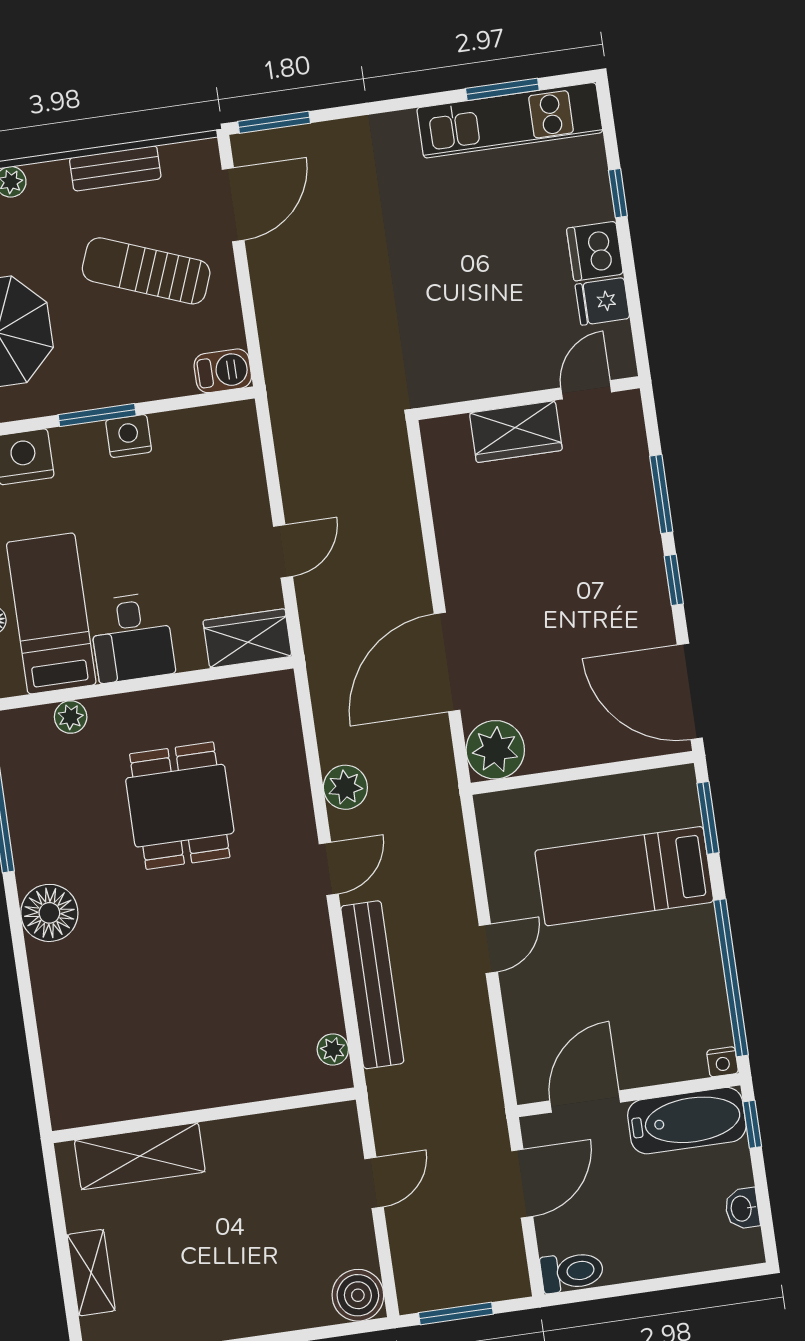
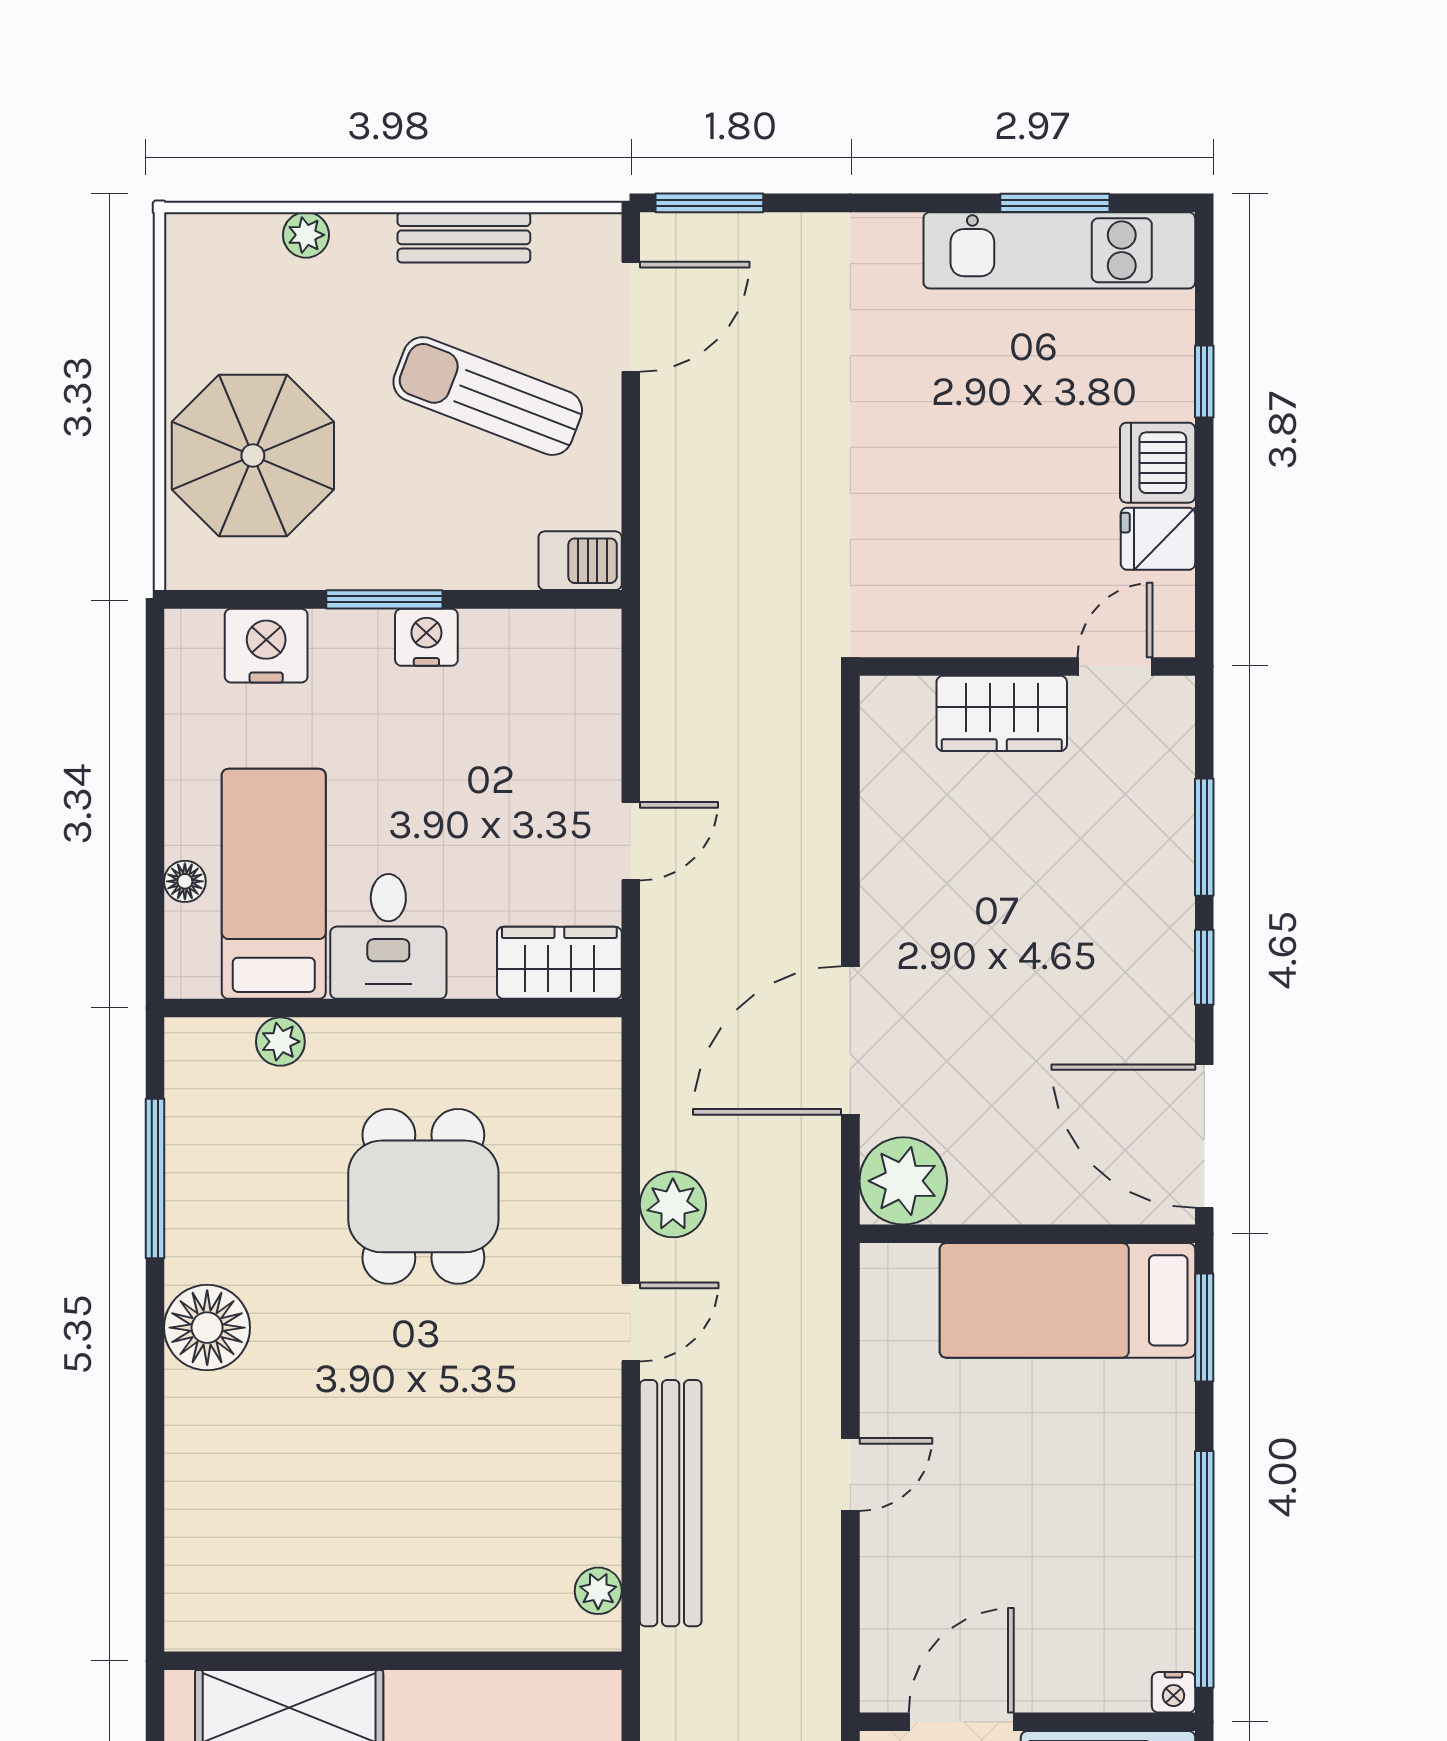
bed: (624, 876) -> (1067, 1300), moved

